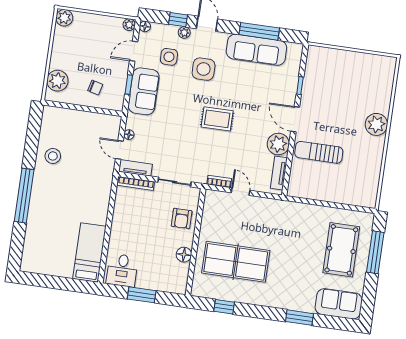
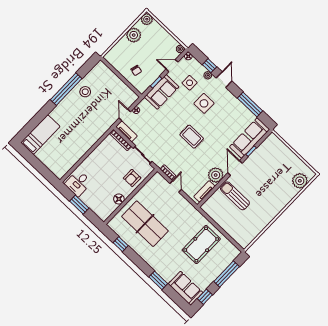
sofa: (256, 50) -> (250, 138), moved, turned 90
plant: (57, 81) -> (134, 35), moved
plant: (376, 124) -> (300, 181), moved
window: (24, 196) -> (66, 89), moved
pool table: (341, 250) -> (201, 245), moved
bed: (89, 253) -> (40, 135), moved
window: (369, 298) -> (205, 297), added

